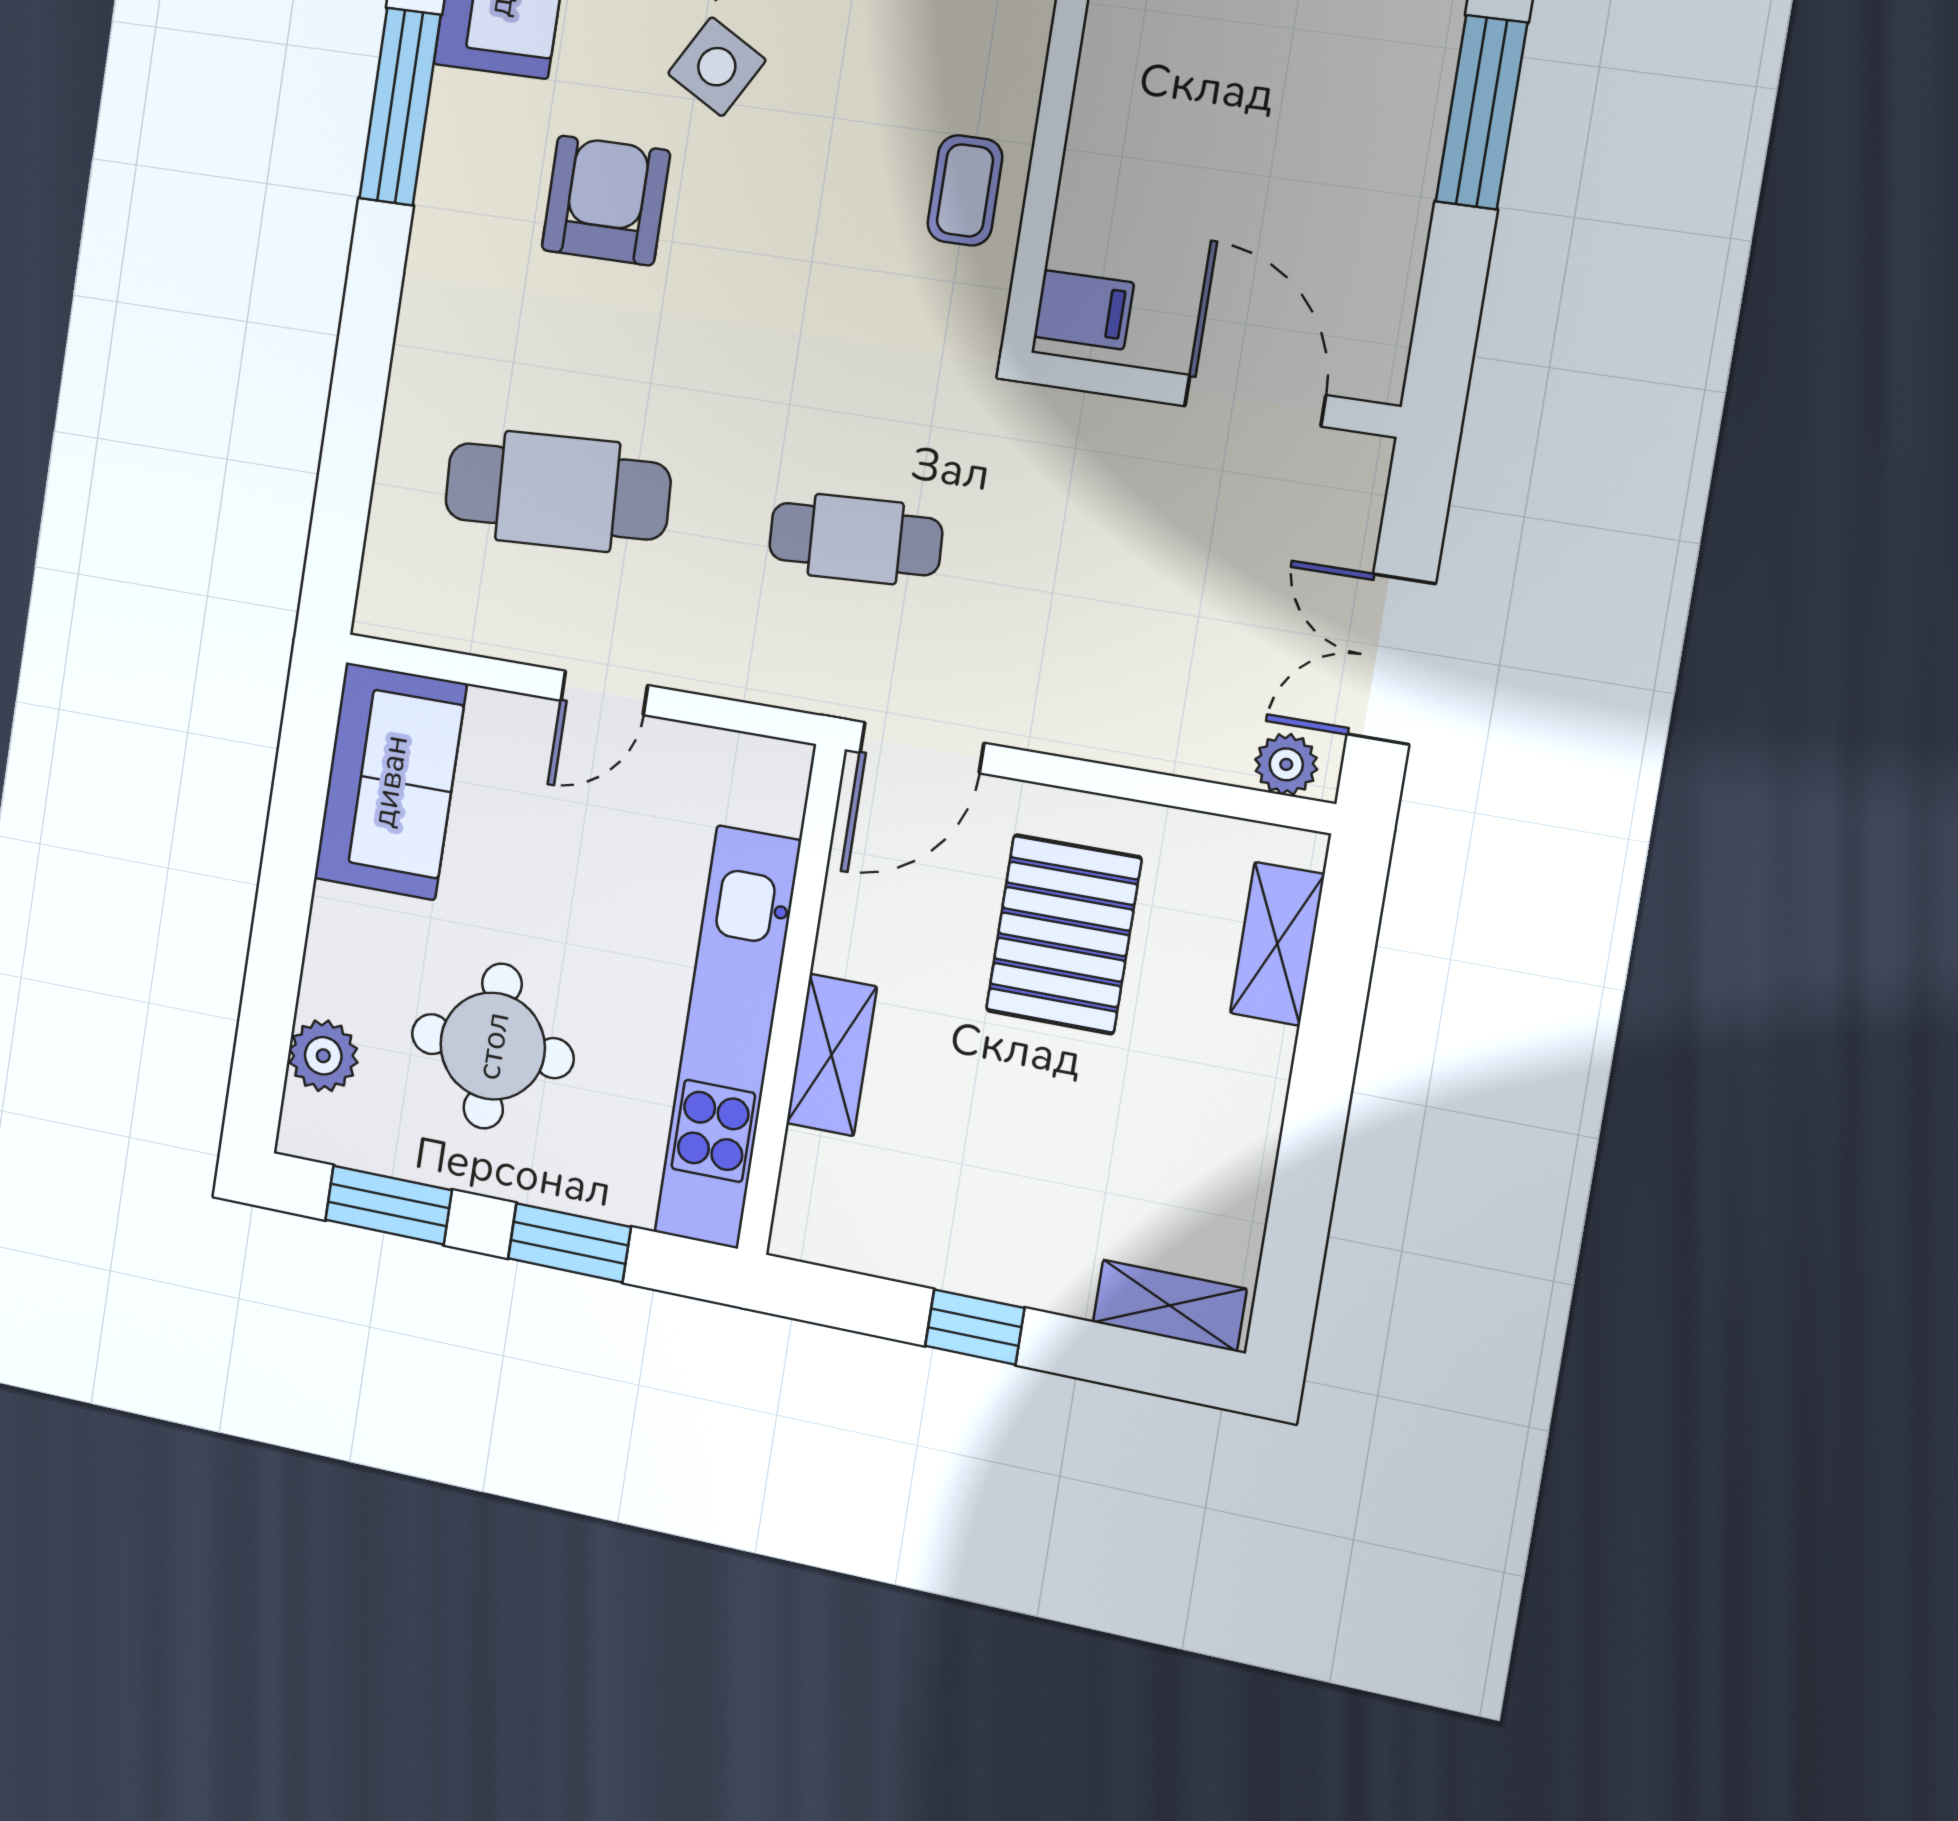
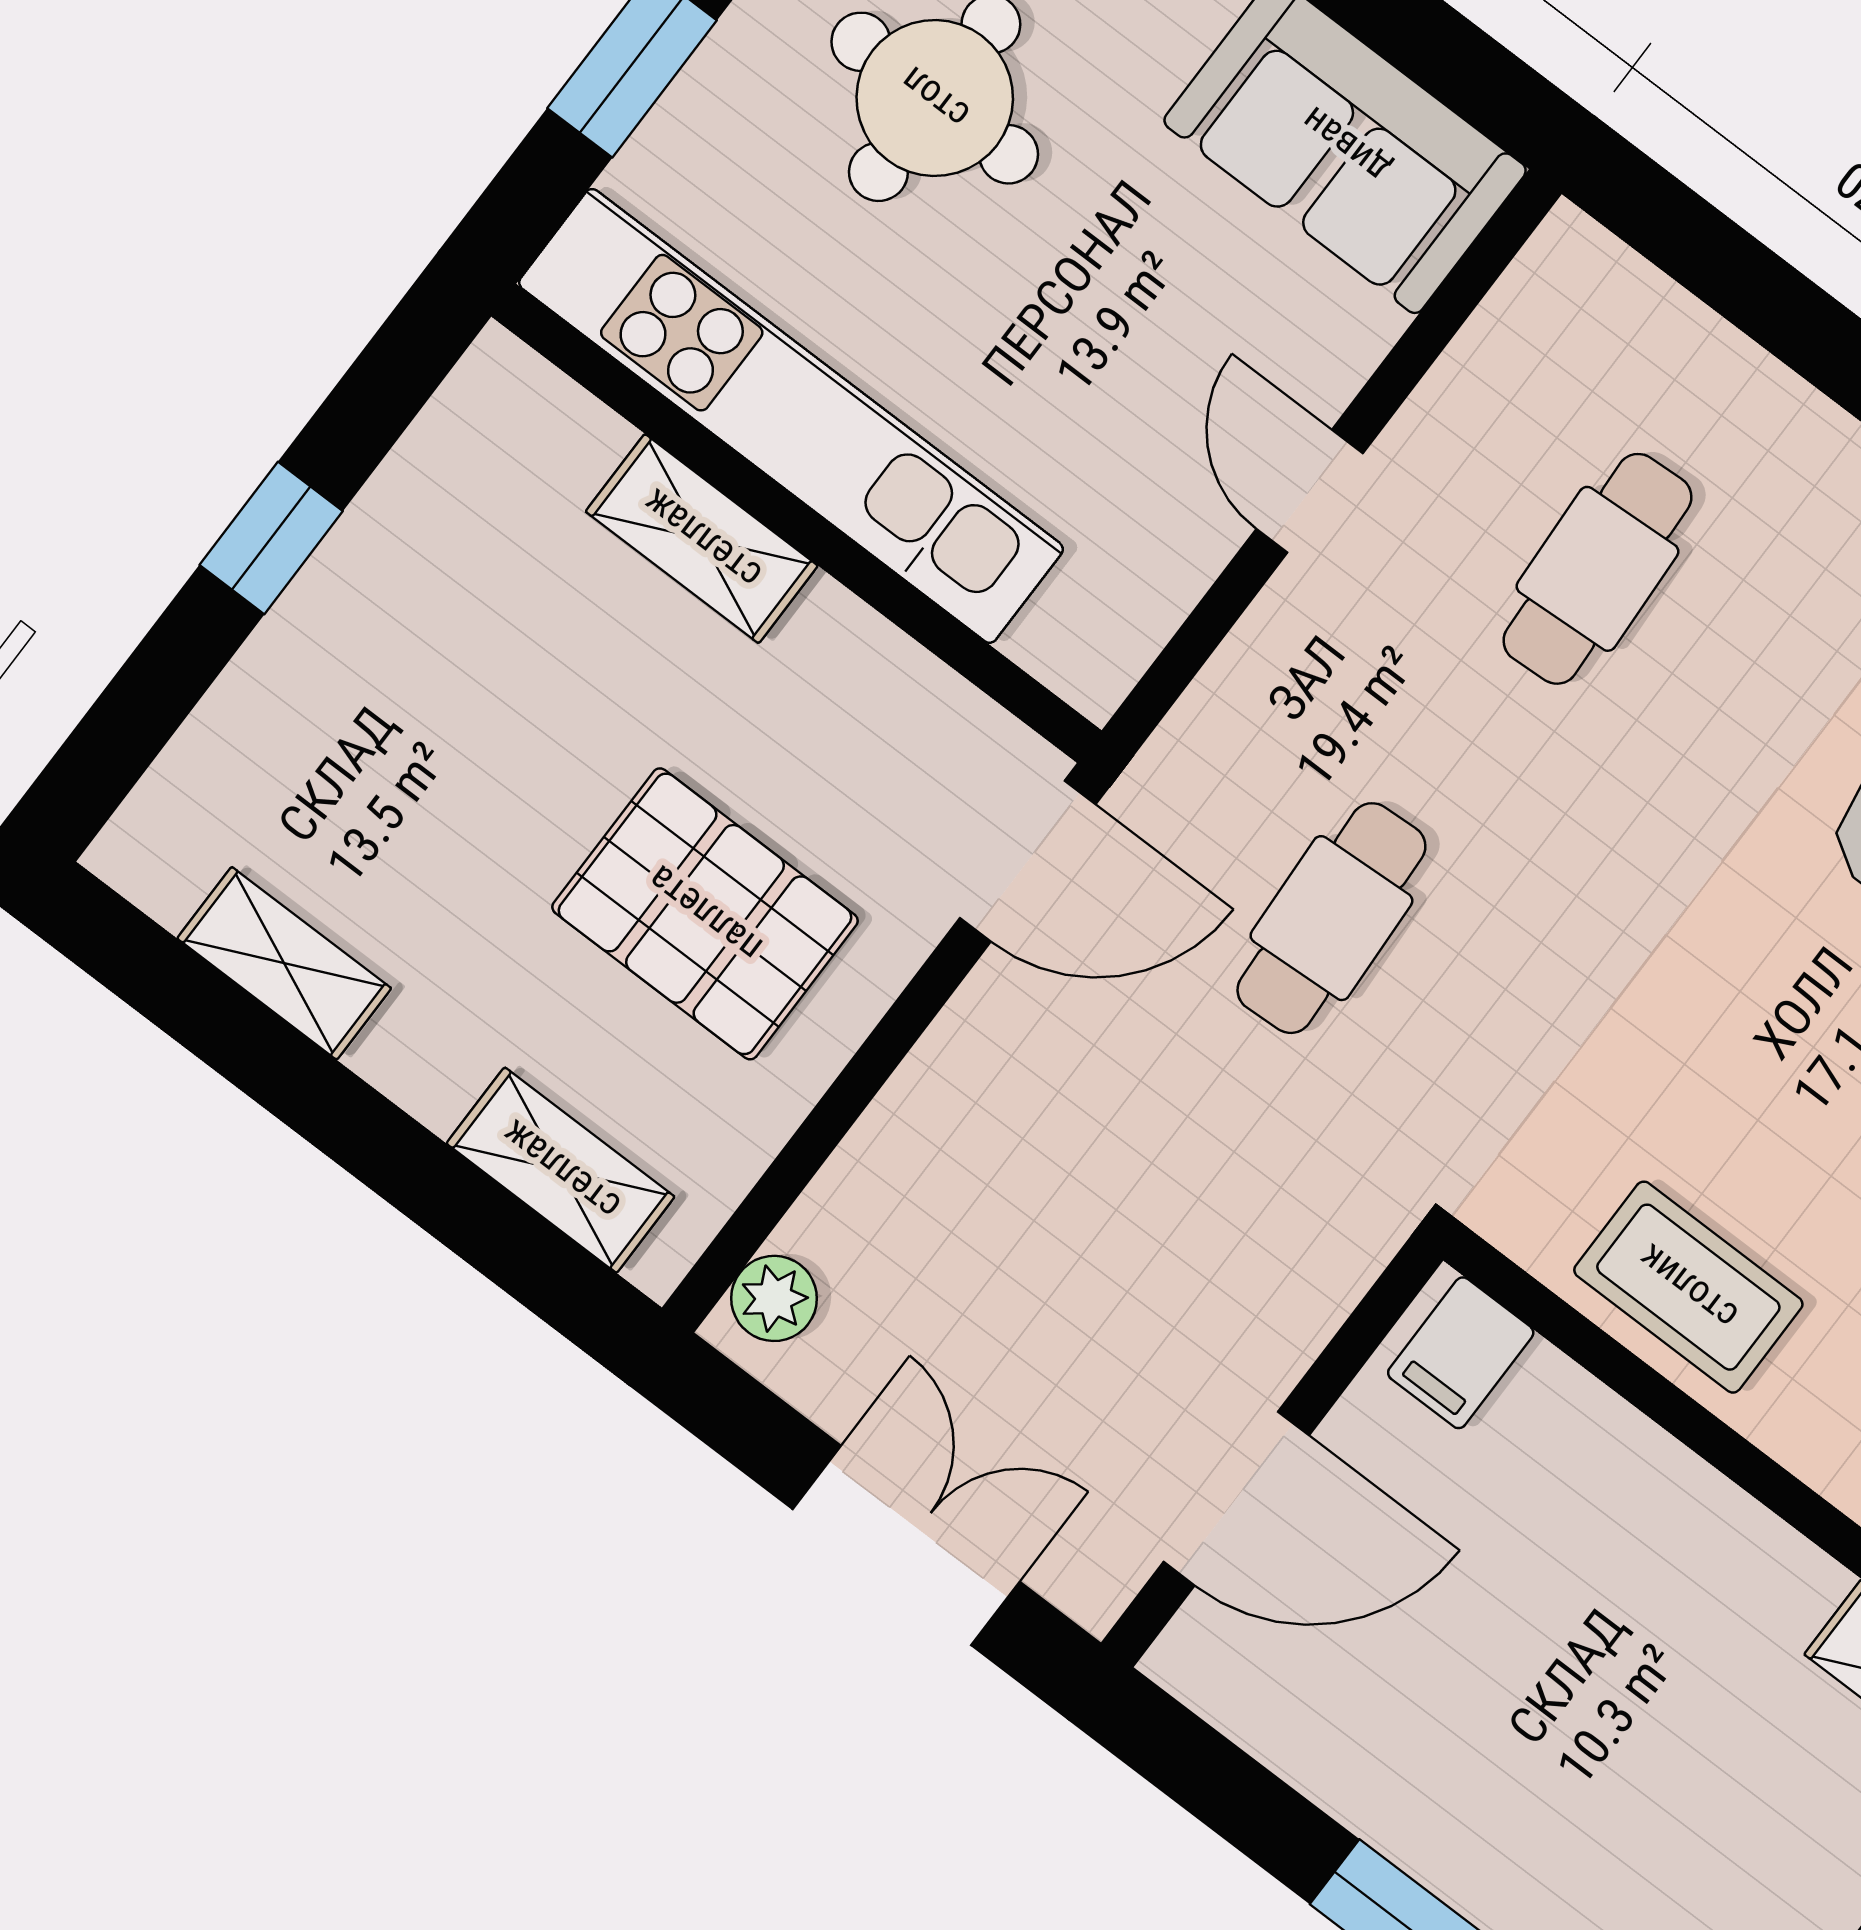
coffee table: (965, 190) -> (1688, 1287), width x1.36, depth x1.30
cafe table: (557, 491) -> (1597, 569), width x0.73, depth x0.74
double door: (1391, 659) -> (906, 1545), moved
door: (922, 748) -> (1028, 861), swing flipped
shelving: (1170, 1306) -> (284, 963), moved, turned 90

